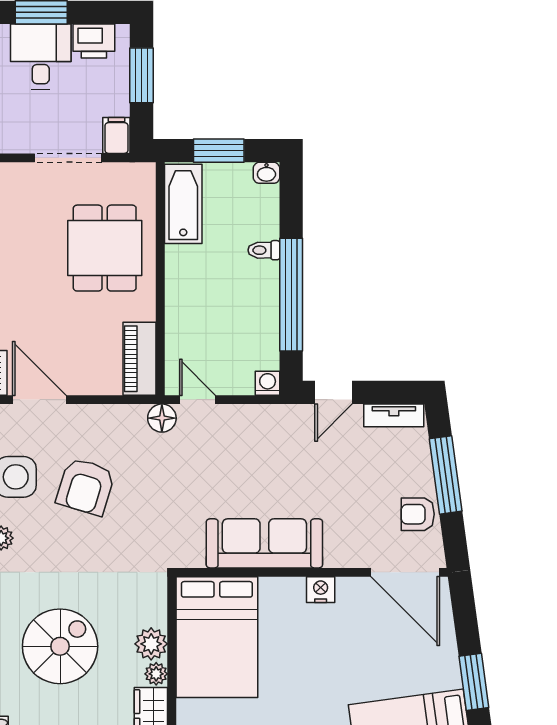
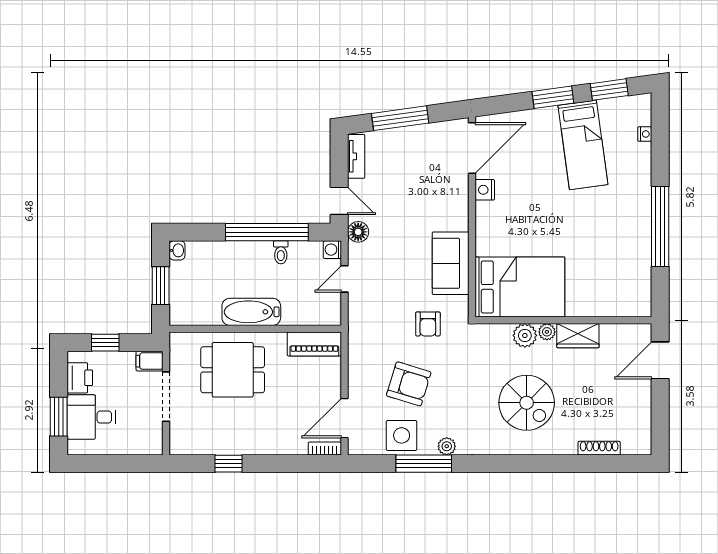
window: (141, 75) -> (105, 343), width x0.67
bathtub: (183, 204) -> (251, 312), moved
toilet: (264, 250) -> (281, 252), moved
door: (197, 400) -> (345, 279), moved
floor lamp: (162, 418) -> (358, 232), moved
armchair: (418, 514) -> (428, 324), moved
sofa: (264, 543) -> (451, 263), width x0.73
nightstand: (321, 590) -> (485, 190), moved
spiral stairs: (60, 646) -> (527, 403), turned 180

